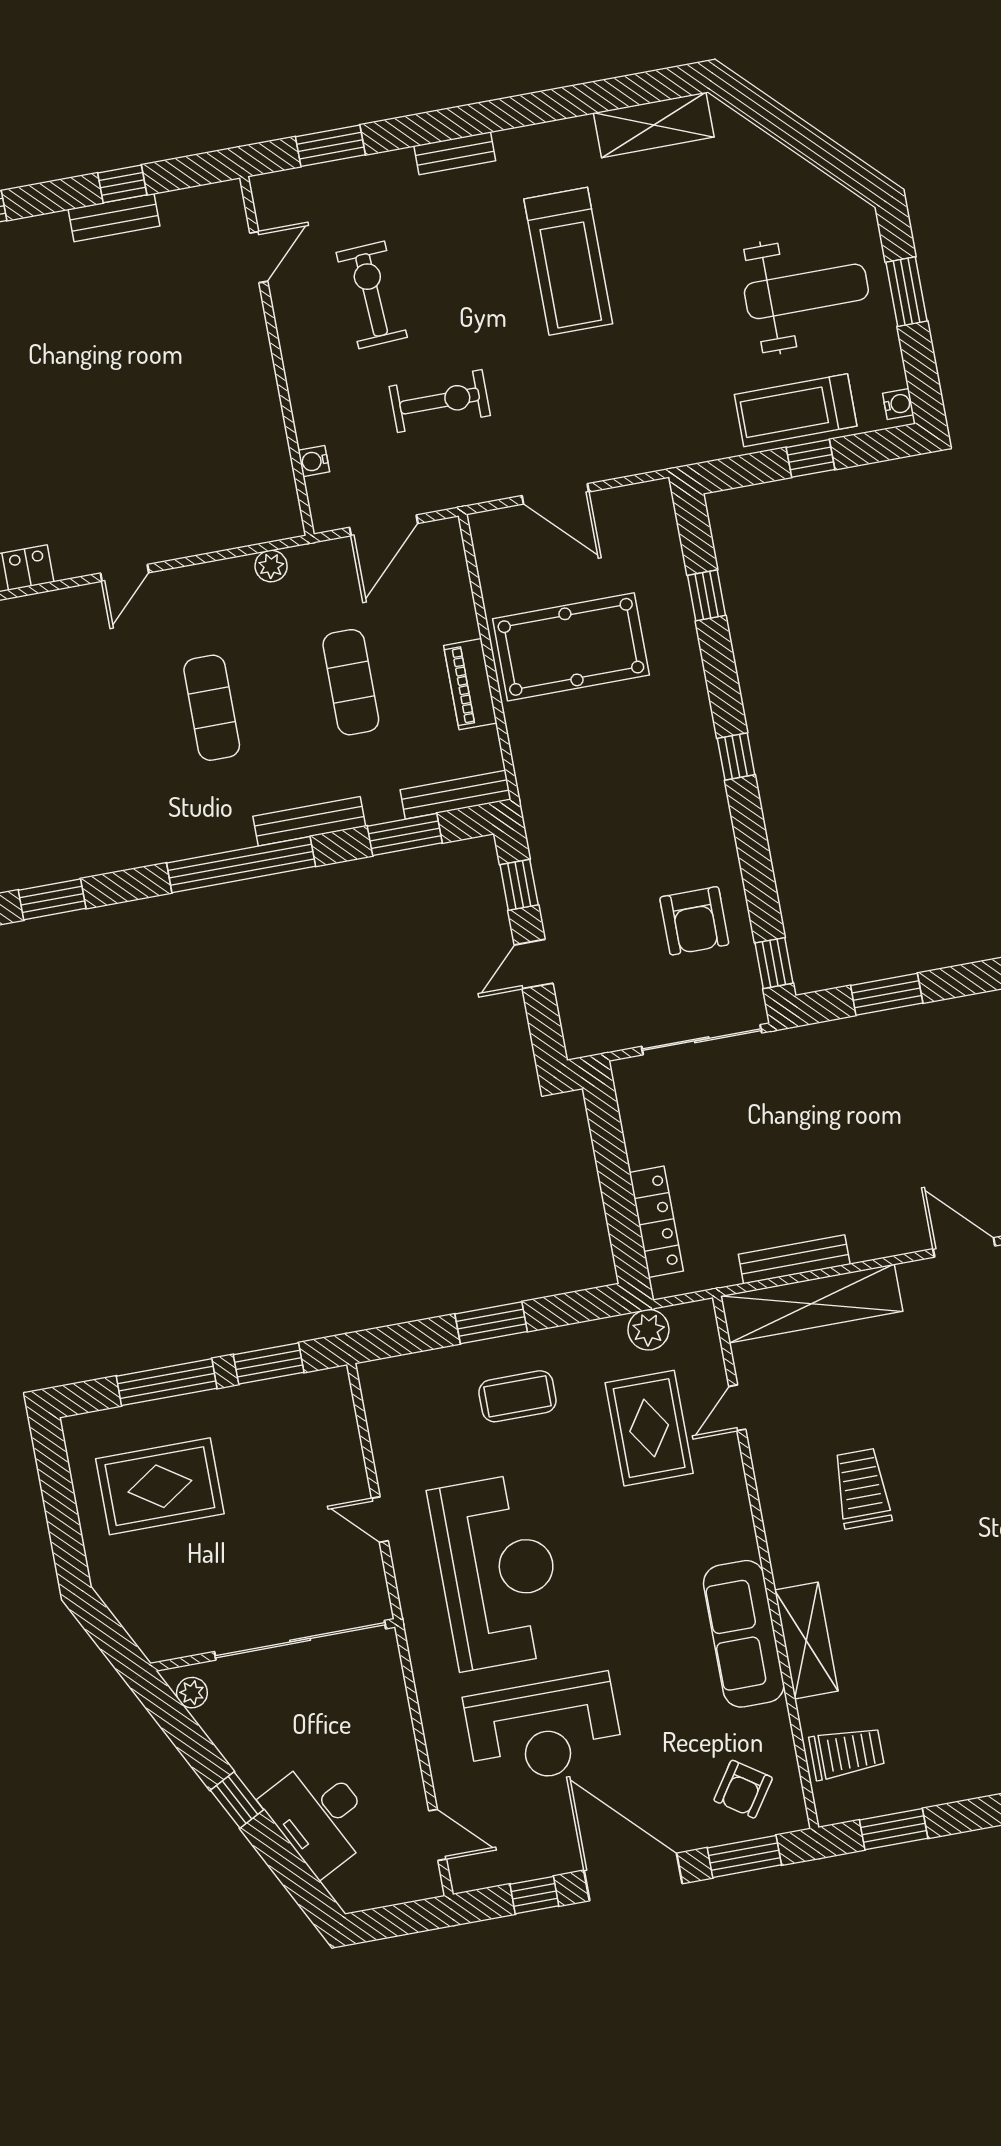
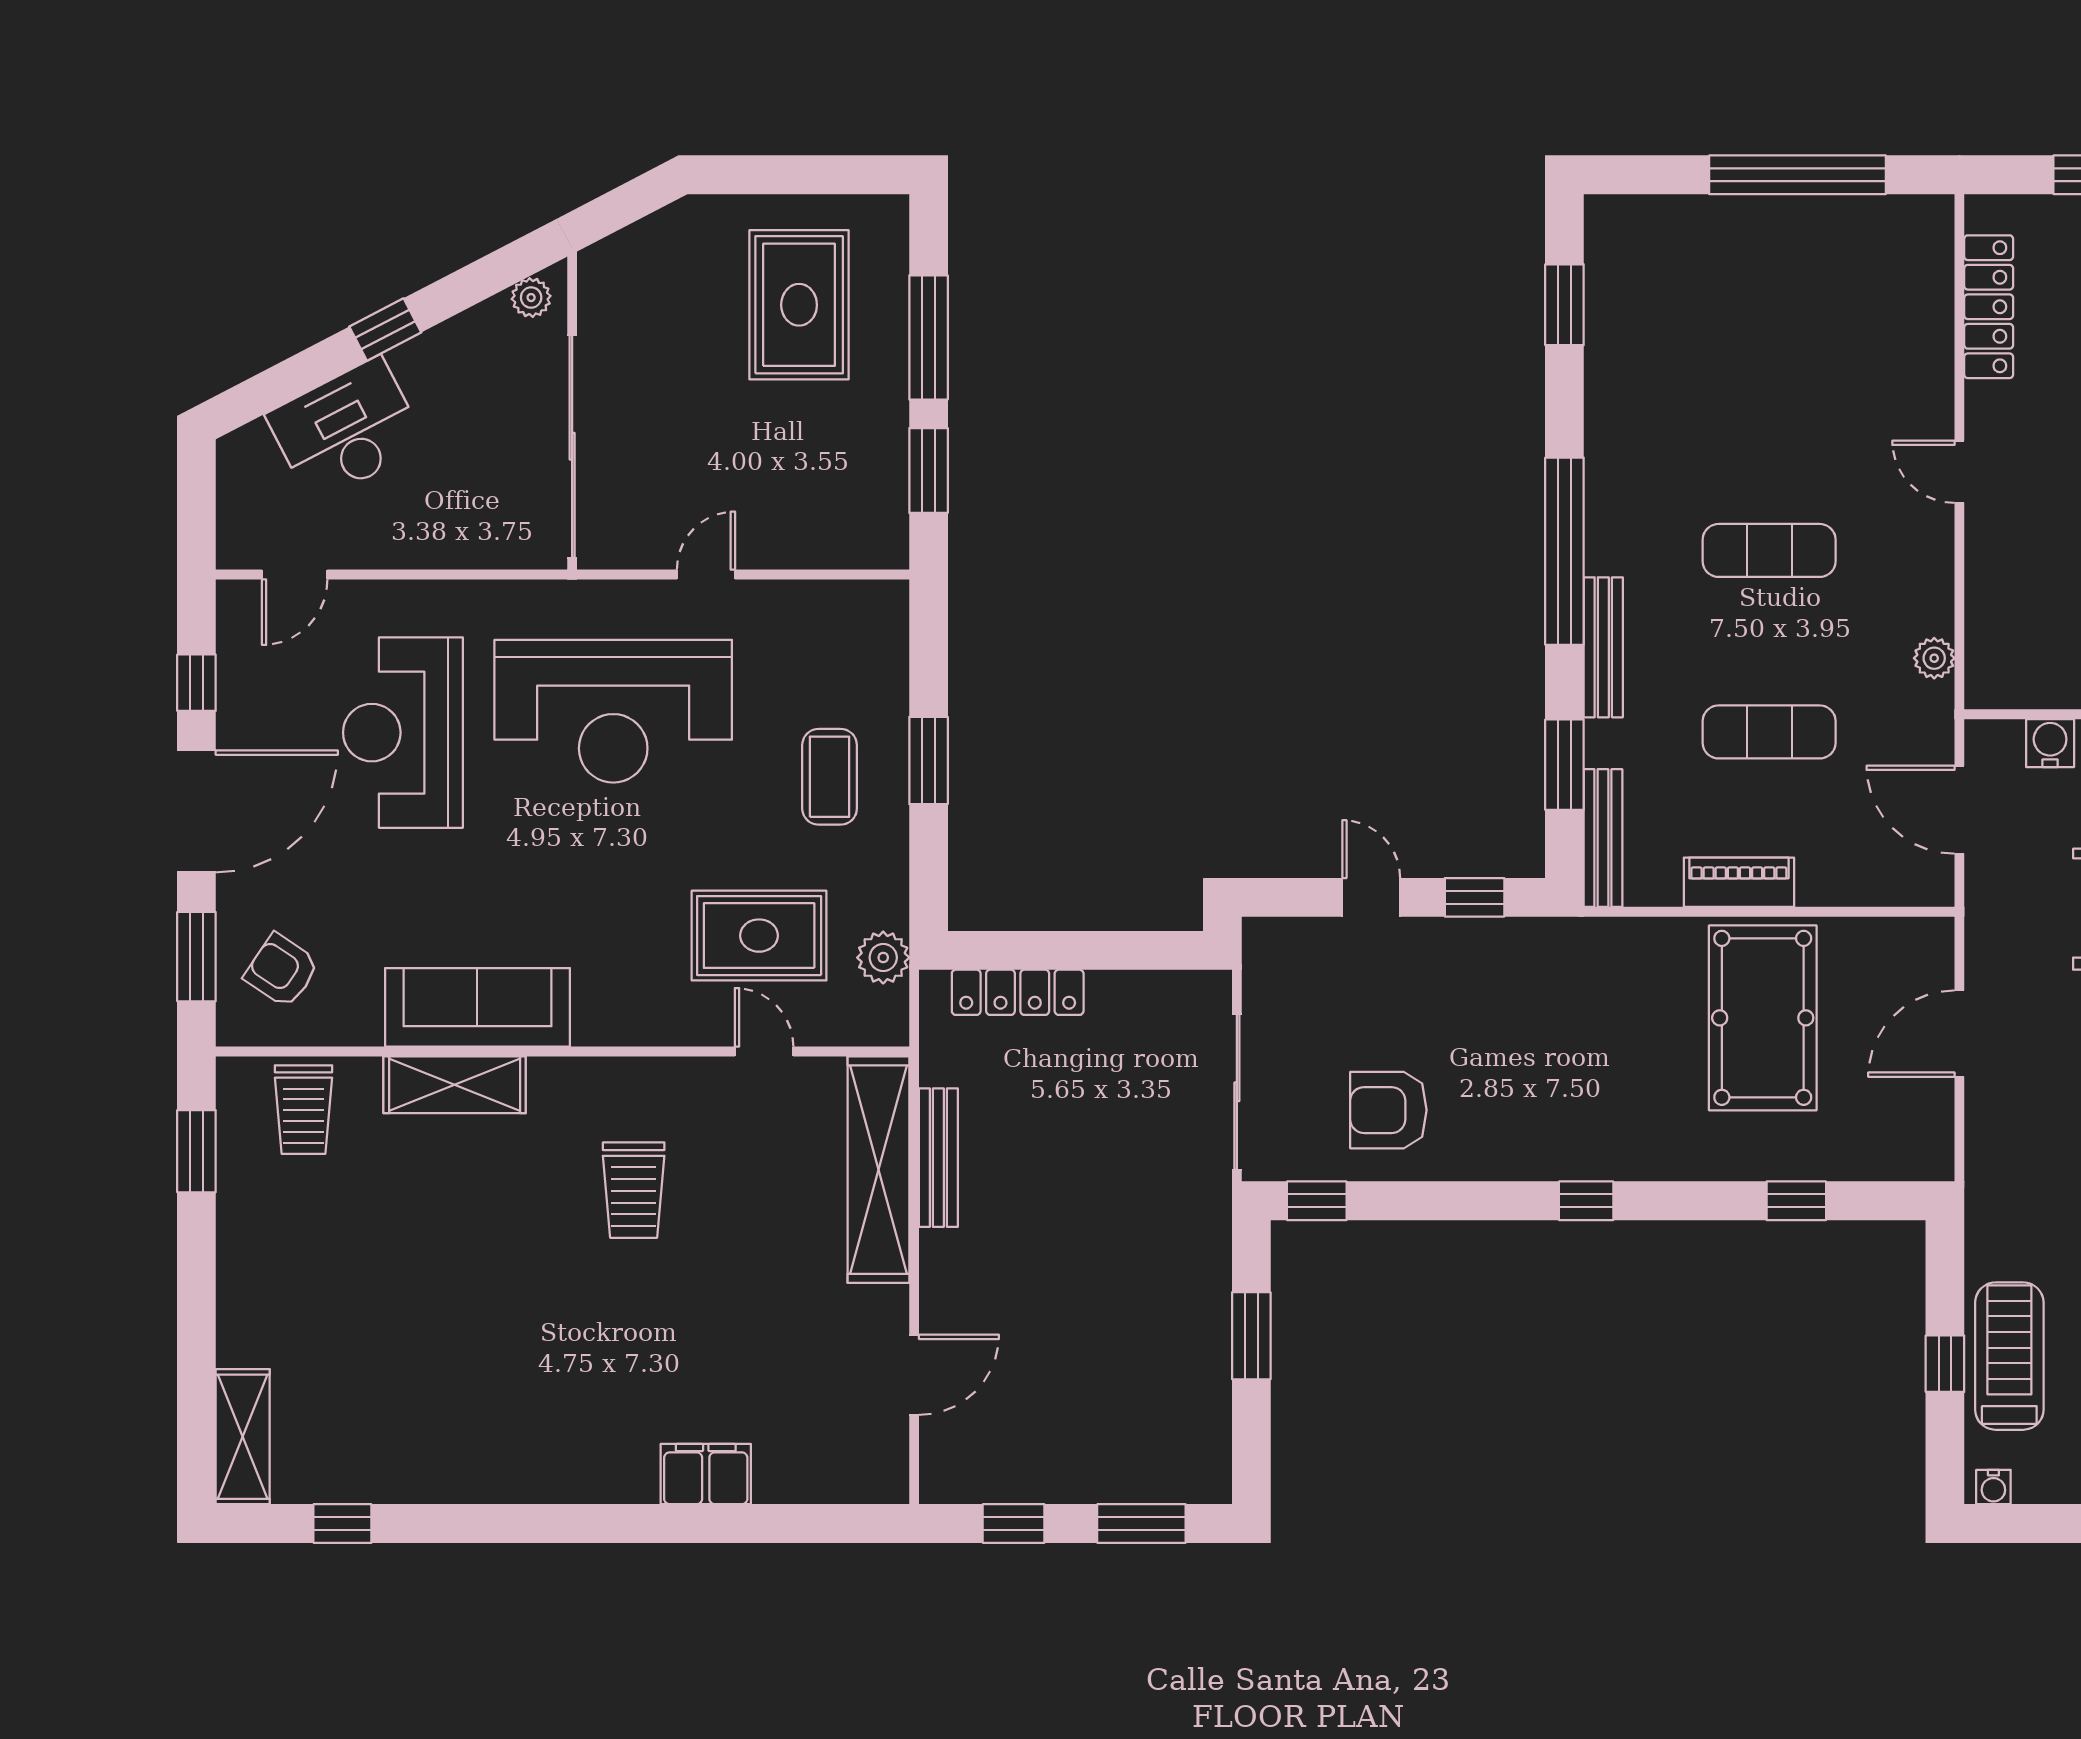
water cooler: (314, 461) -> (2050, 743), width x1.38, depth x1.38
trolley: (862, 1488) -> (634, 1190), turned 90

